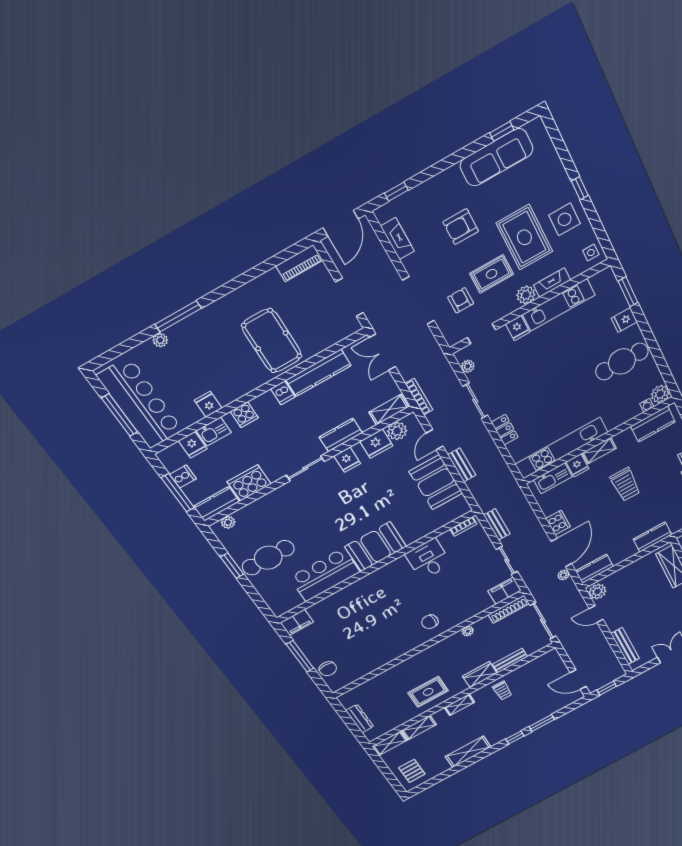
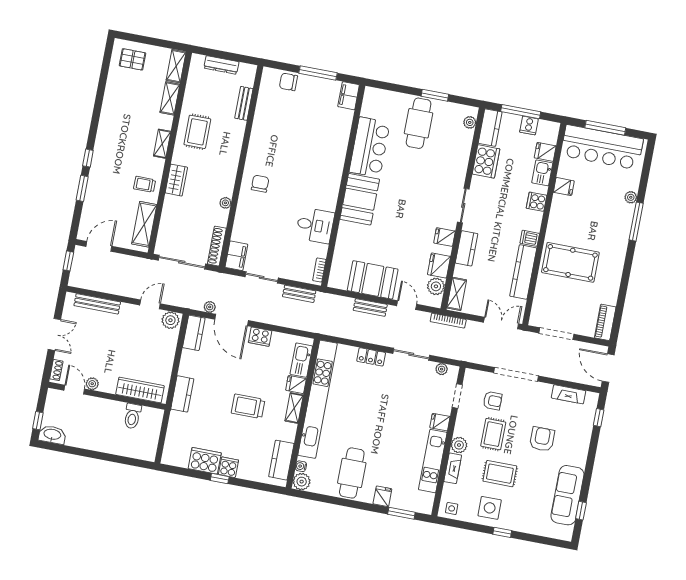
rug: (524, 237) -> (500, 474), width x0.73, depth x0.70
kitchen unit: (562, 448) -> (318, 399), width x1.36
bench: (510, 660) -> (244, 103), moved
shelving: (468, 752) -> (144, 224), moved

